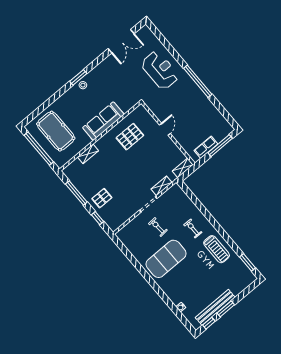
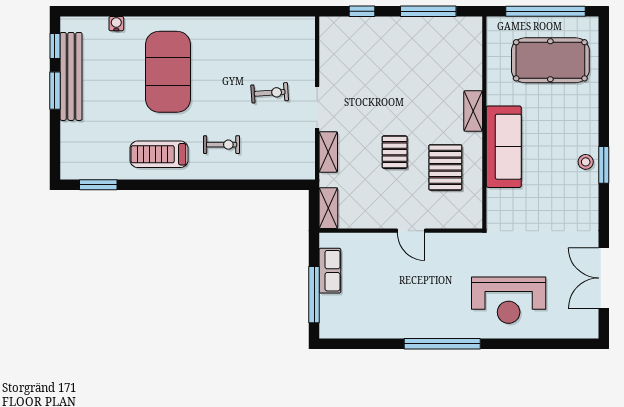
shelving: (88, 154) -> (473, 111), moved
pallet: (102, 198) -> (395, 152), moved
exercise mat: (166, 259) -> (168, 72), moved

